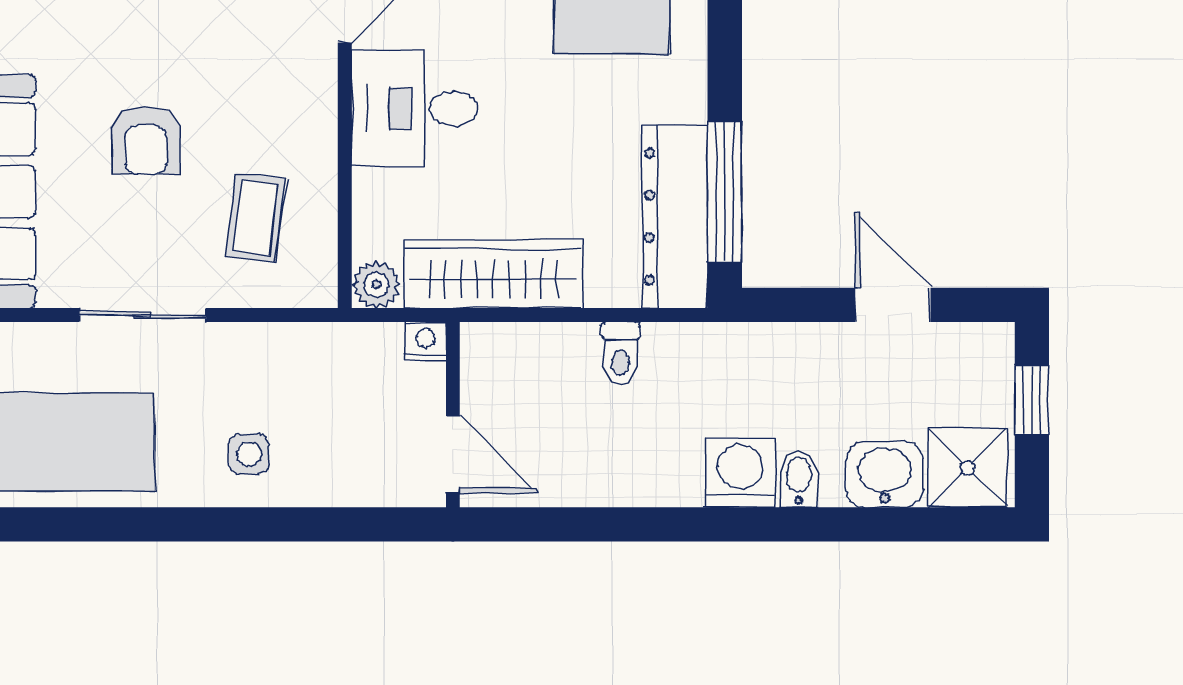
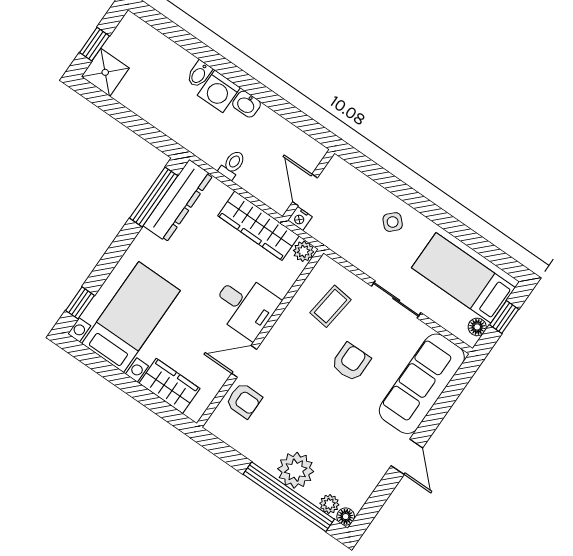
door: (893, 305) -> (121, 114), removed
side table: (249, 454) -> (393, 222), turned 45
door: (453, 454) -> (305, 190), moved
shower: (968, 468) -> (105, 72), moved
washbasin: (885, 474) -> (246, 104), moved, width x0.72, depth x0.69

